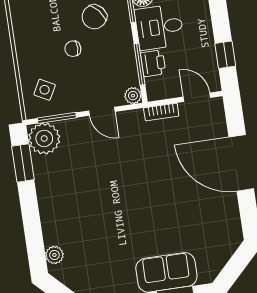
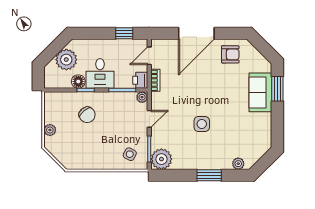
chair: (73, 49) -> (106, 132), removed
printer: (153, 63) -> (140, 80), moved, turned -90
window: (23, 163) -> (209, 175), moved
side table: (106, 191) -> (202, 124), added
armchair: (217, 219) -> (230, 54), added

